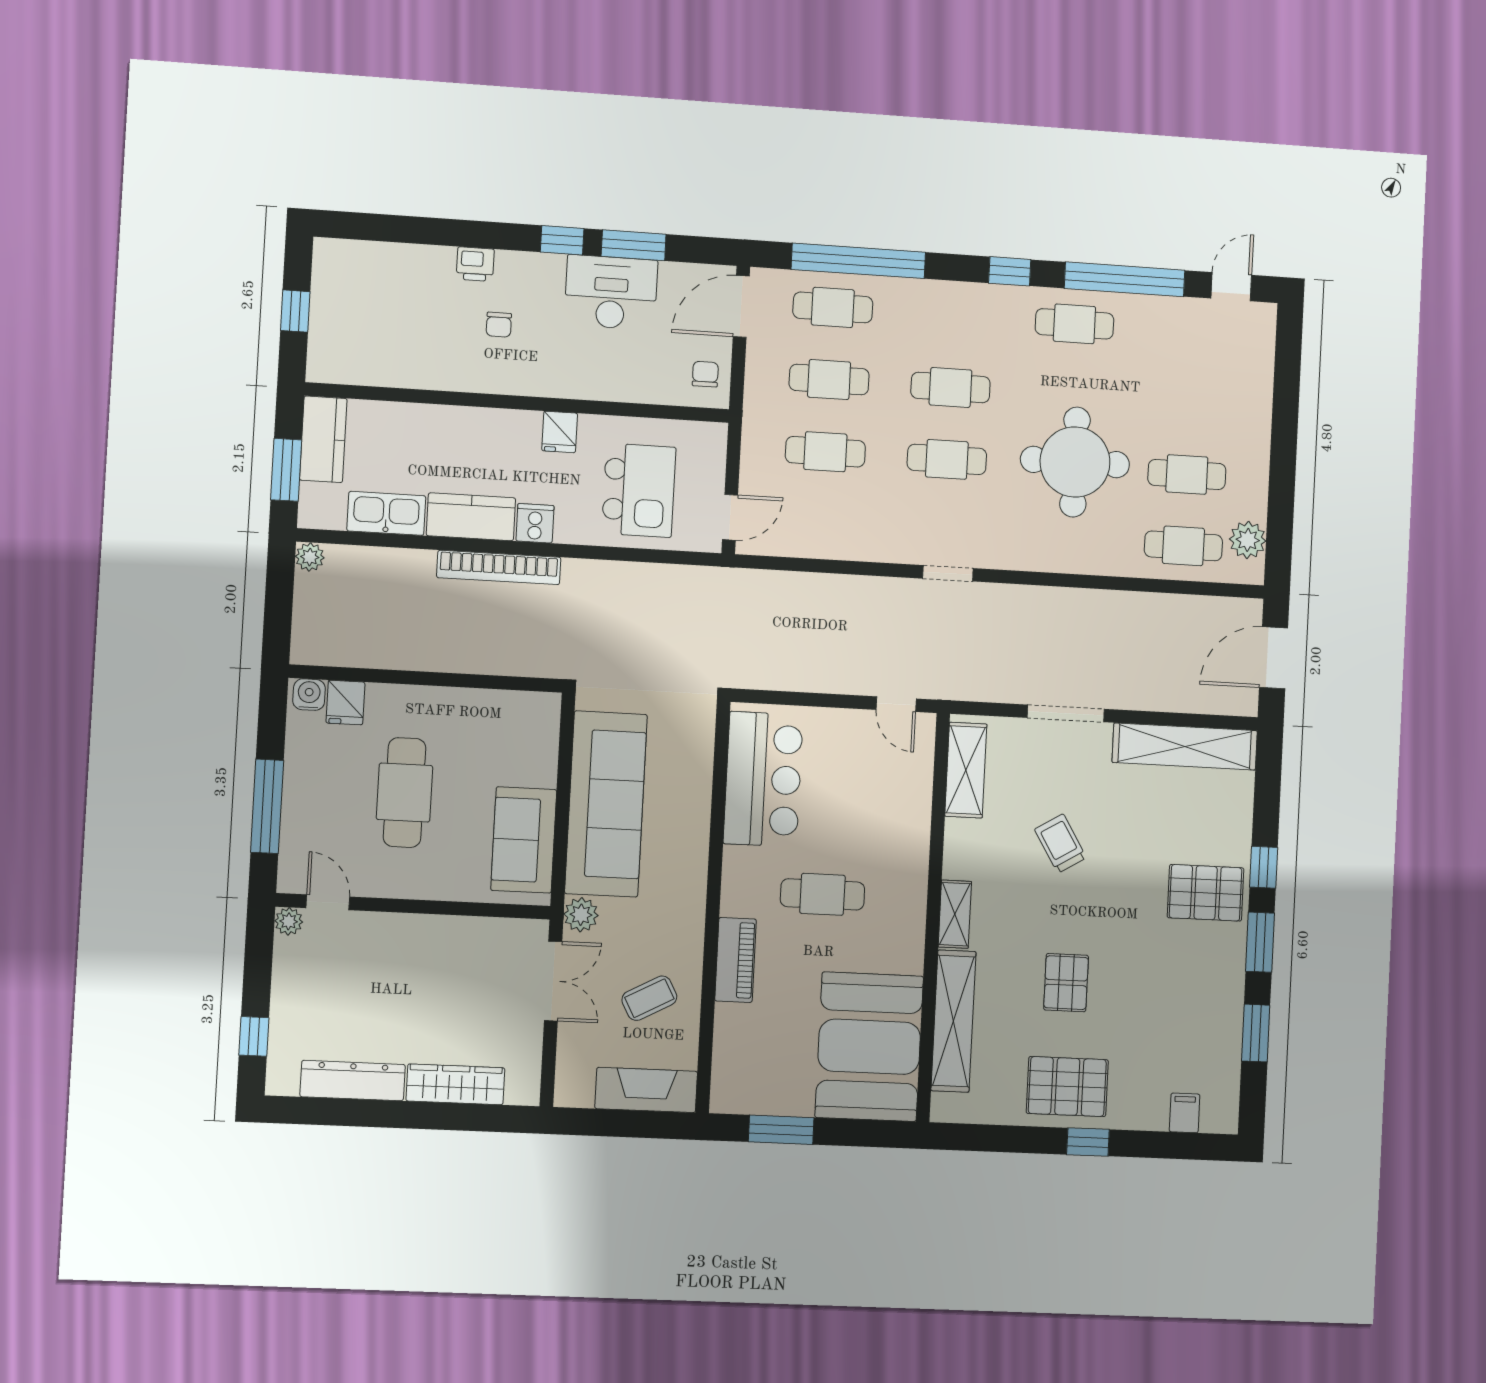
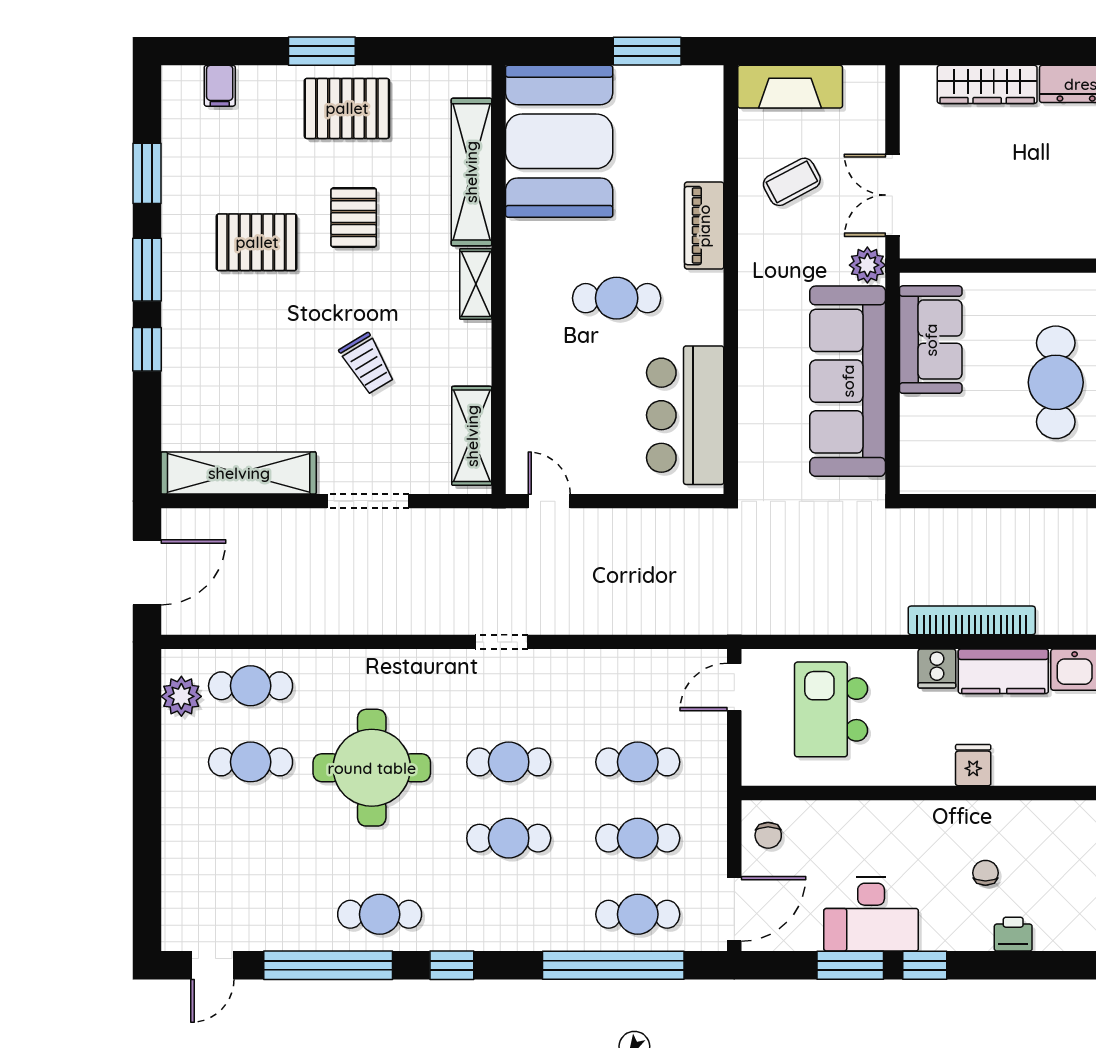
fridge: (560, 432) -> (973, 765), moved
pallet: (1206, 893) -> (257, 242), moved
window: (1088, 1142) -> (322, 51), width x1.50

